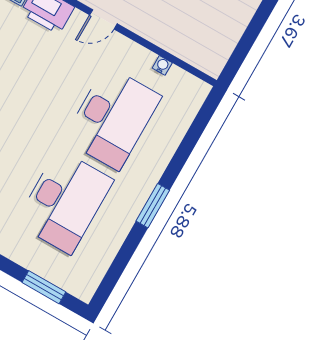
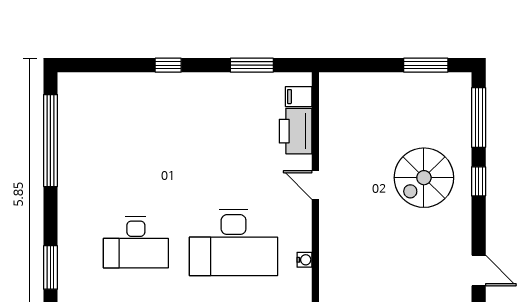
desk: (64, 202) -> (136, 242), width x0.73, depth x0.77

